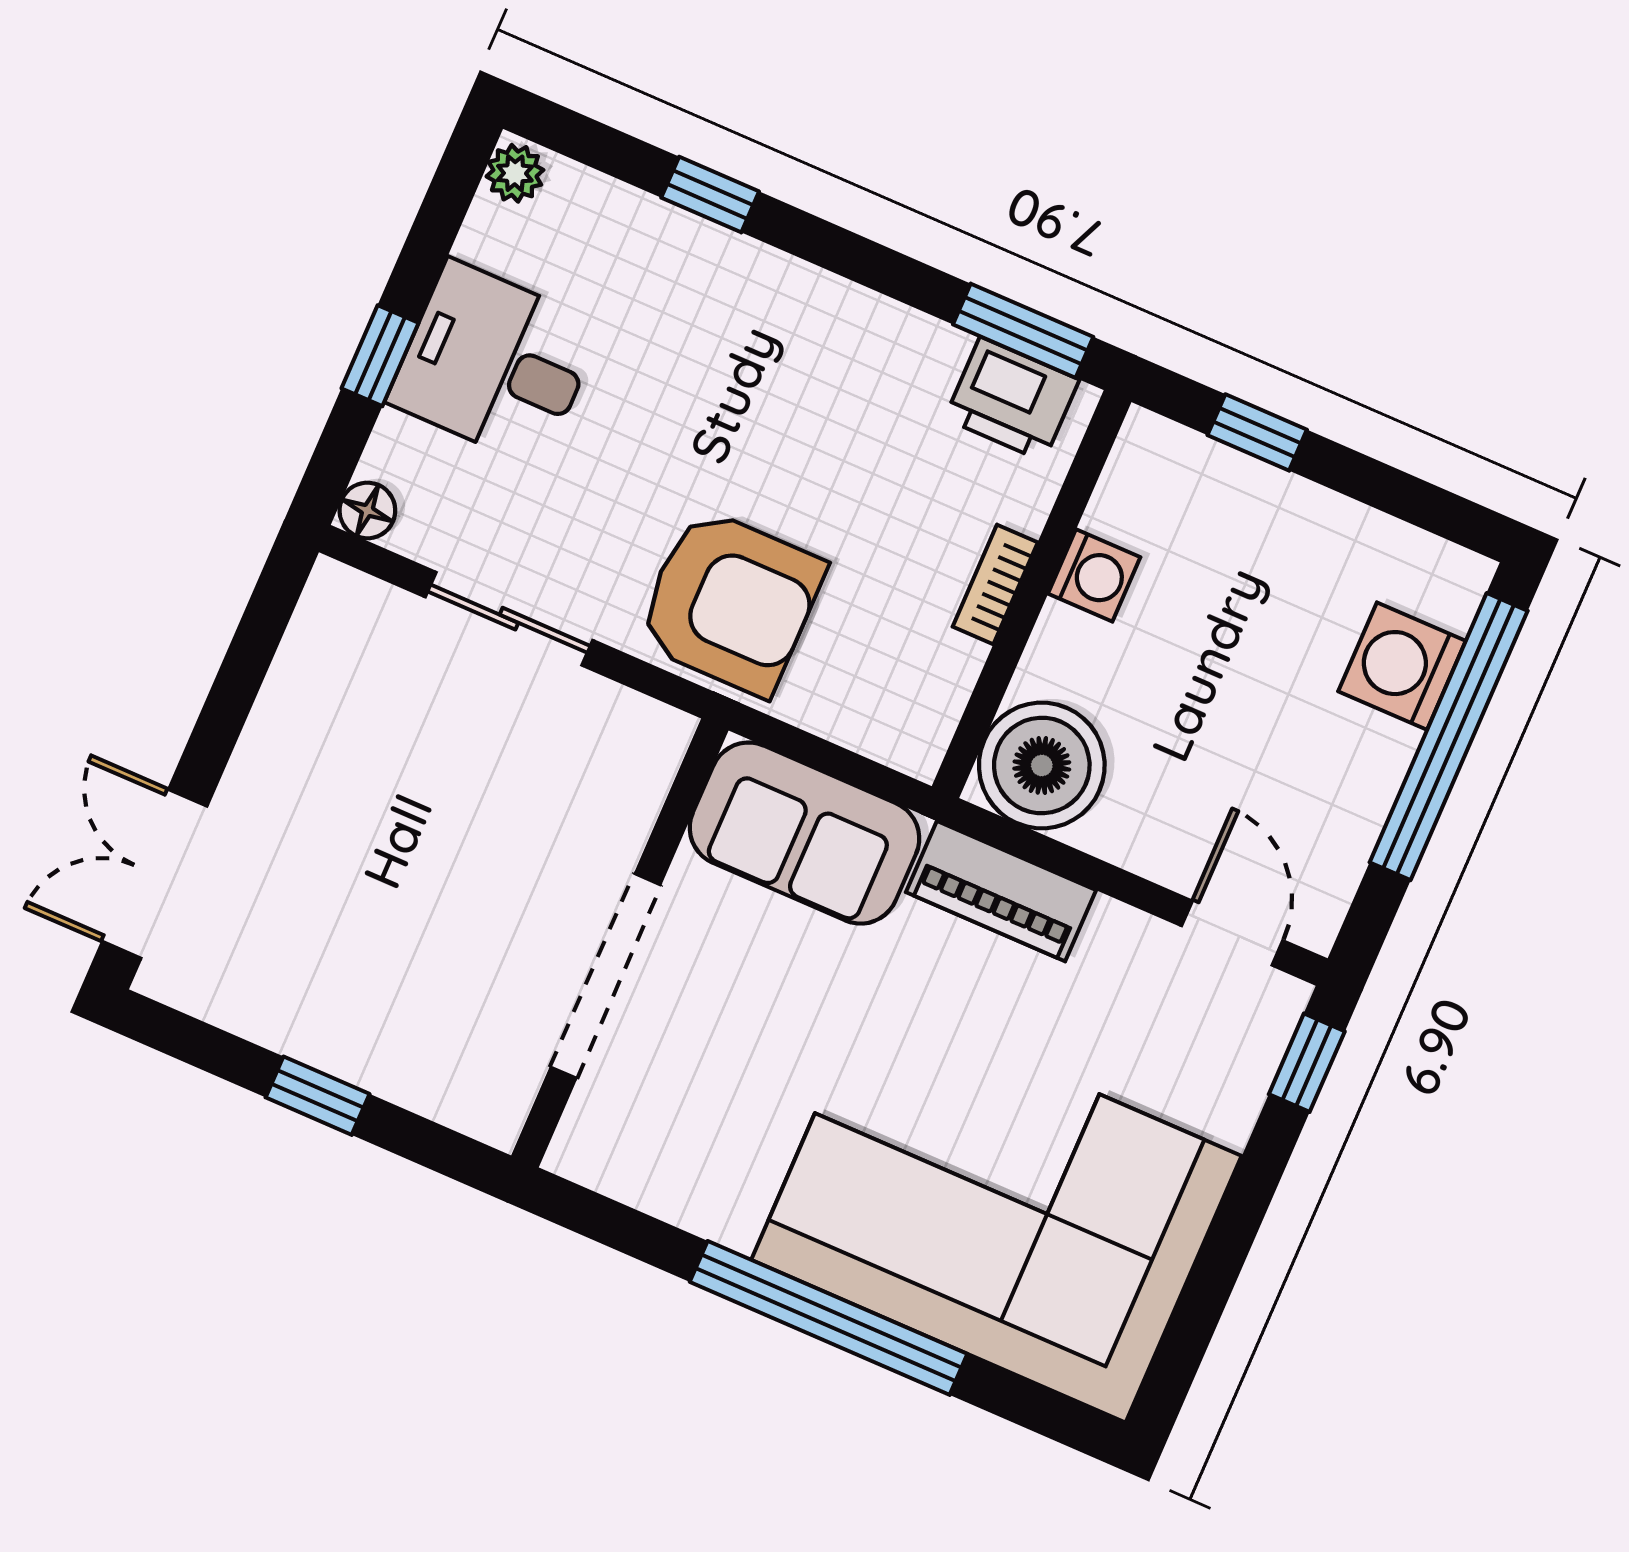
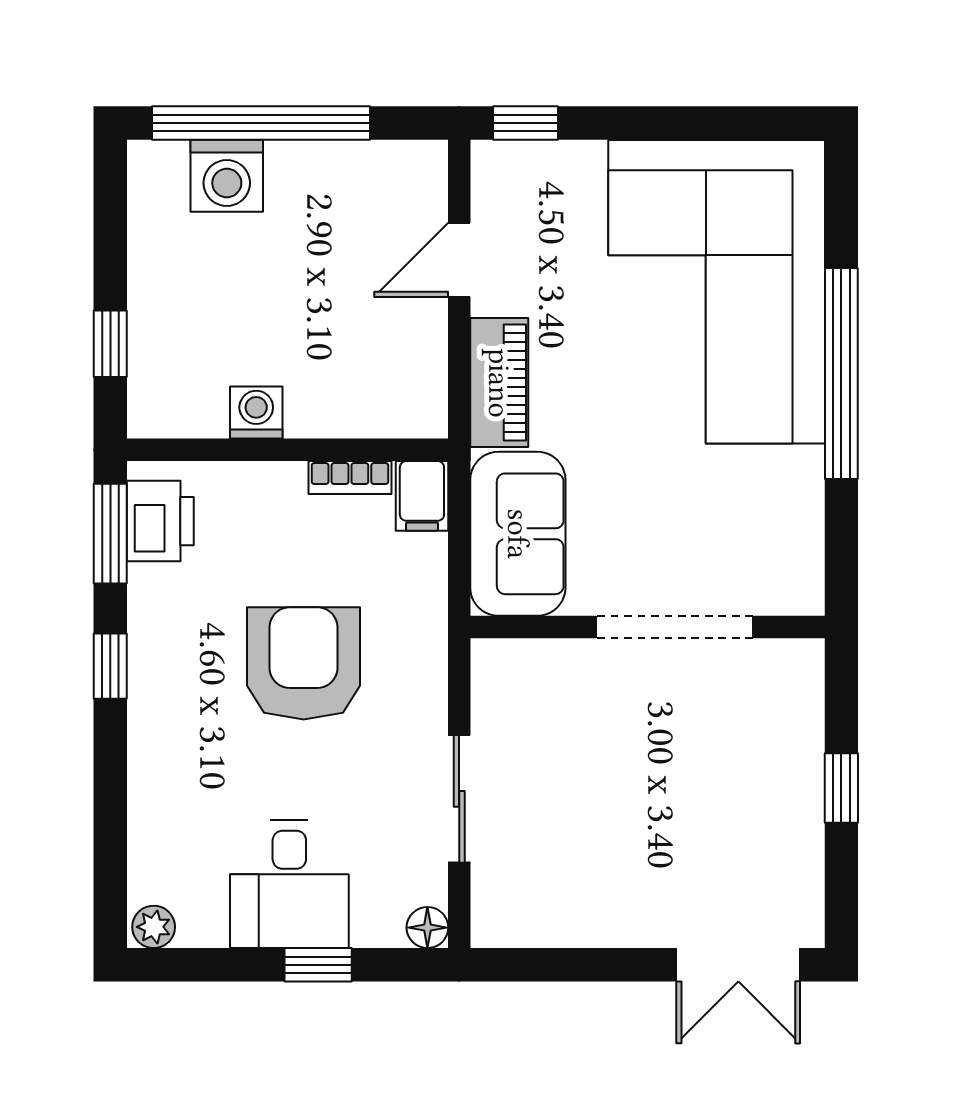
window: (710, 195) -> (110, 666), moved
bookcase: (995, 584) -> (350, 477), moved
armchair: (730, 602) -> (304, 663), moved
filing cabinet: (903, 735) -> (422, 496), added
boiler: (1042, 765) -> (401, 392), removed
door: (1232, 933) -> (459, 260), moved

